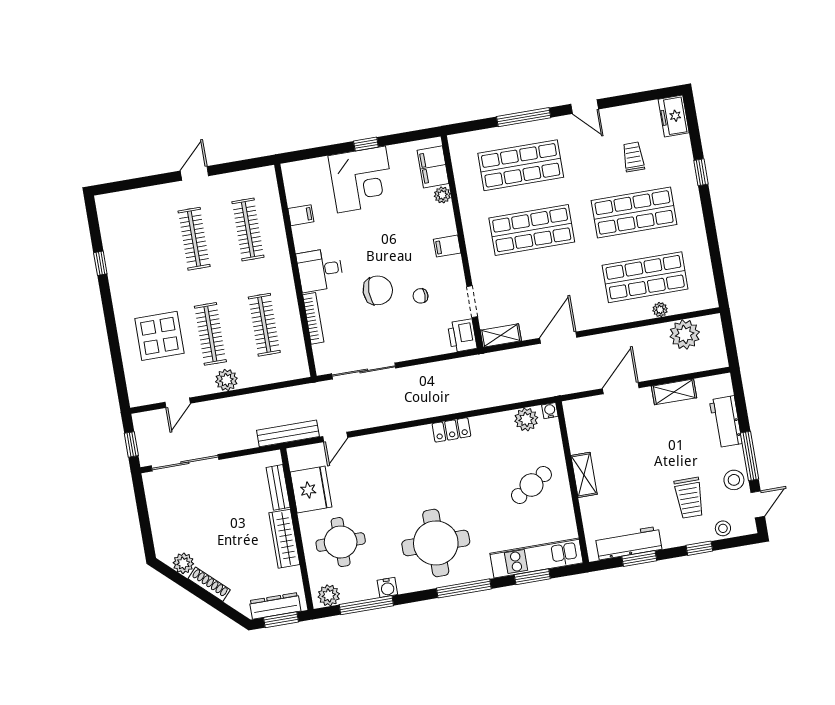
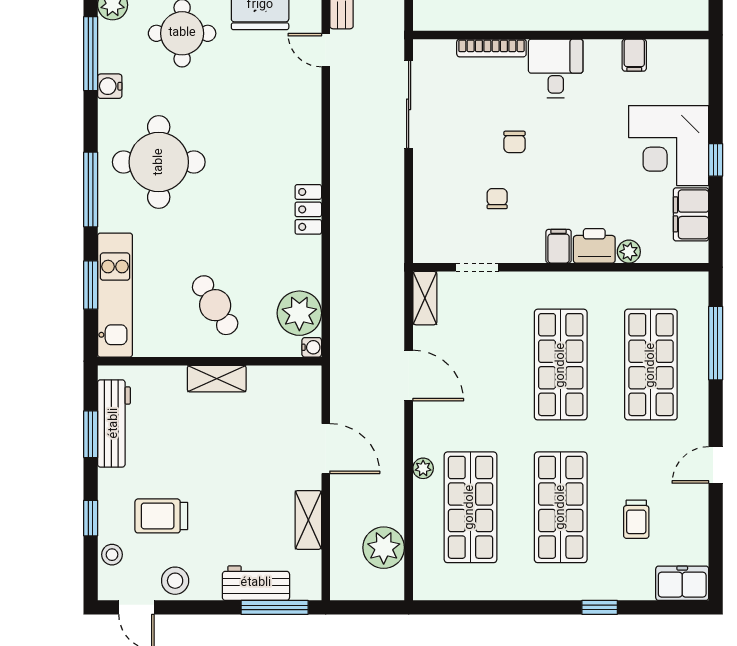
window: (524, 117) -> (716, 343), moved
trolley: (633, 157) -> (636, 519), turned 90
filing cabinet: (433, 167) -> (691, 214), moved, turned -90
chair: (378, 290) -> (515, 142), width x0.54, depth x0.54
plant: (660, 310) -> (423, 468), moved
printer: (462, 336) -> (594, 246), moved
plant: (526, 419) -> (299, 313), width x1.36, depth x1.36
window: (750, 456) -> (275, 607), moved

